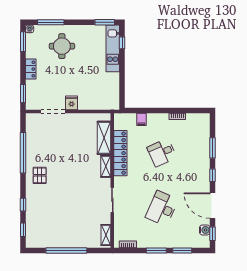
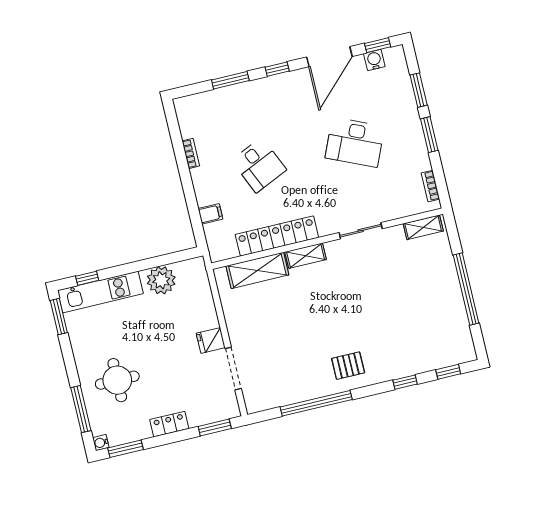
plant: (111, 83) -> (161, 280), added

